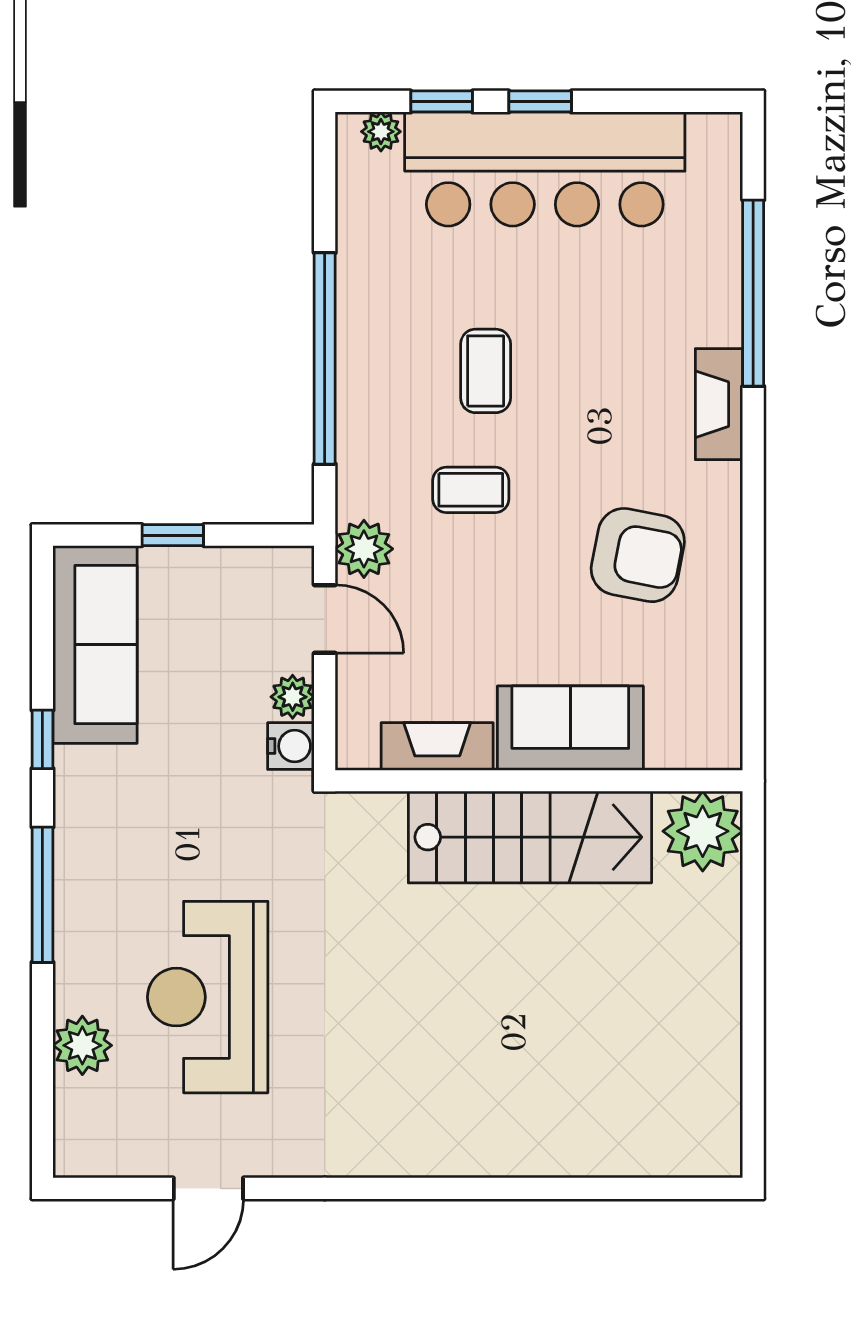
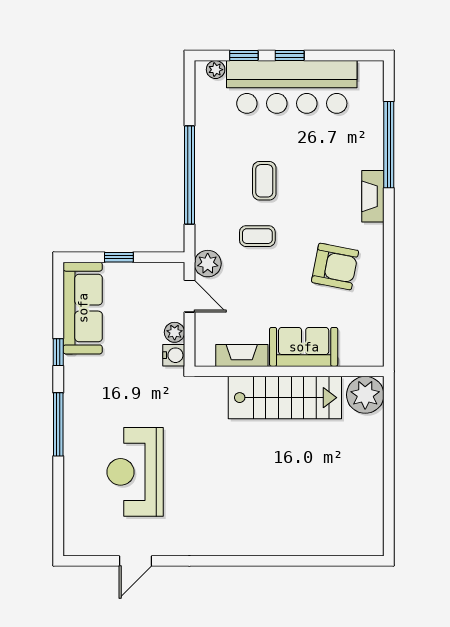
plant: (82, 1045) -> (77, 494), removed

